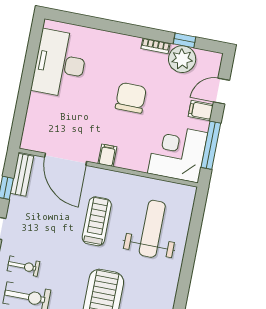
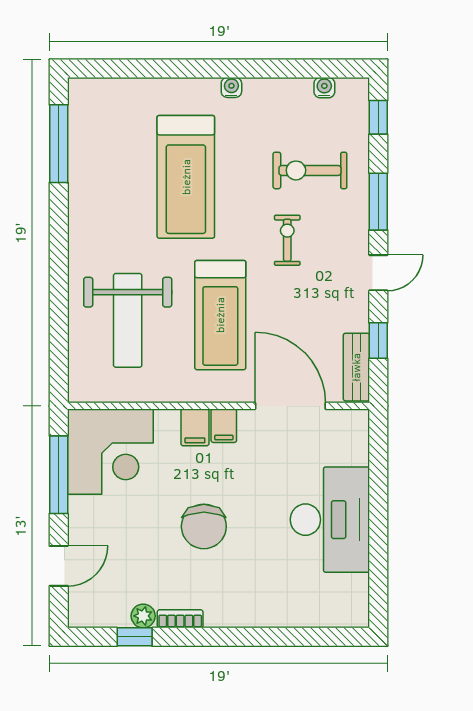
plant: (182, 59) -> (143, 616), width x0.53, depth x0.53
desk: (60, 64) -> (330, 520), moved
filing cabinet: (201, 110) -> (195, 427), moved, turned 90
treadmill: (97, 221) -> (220, 315), width x1.37, depth x1.38
exercise bike: (23, 266) -> (287, 240), moved, turned 90

